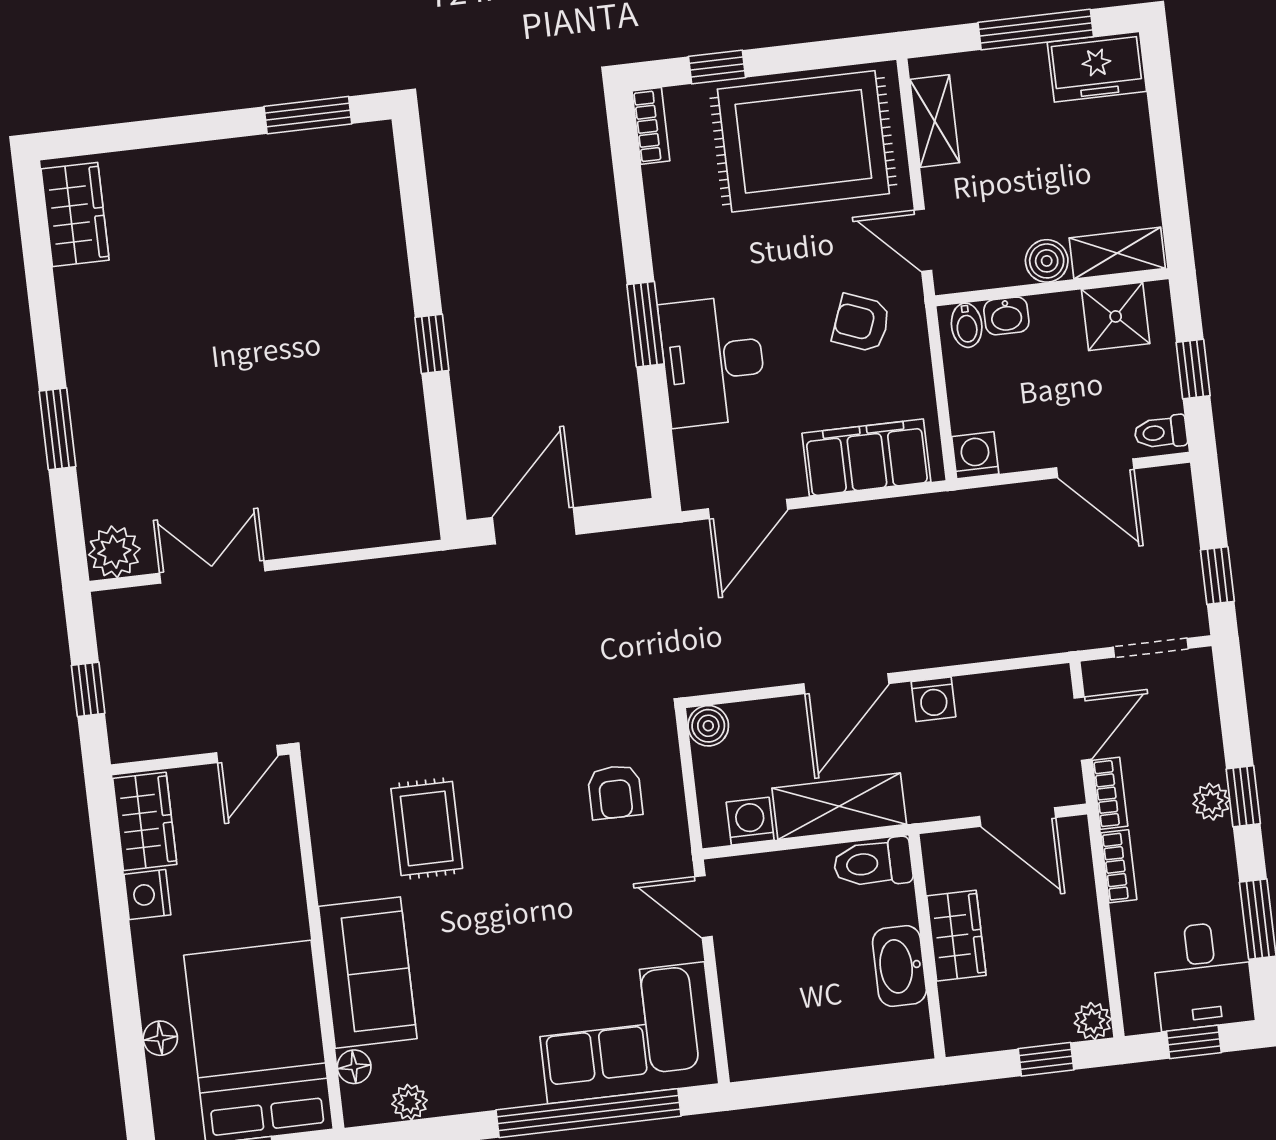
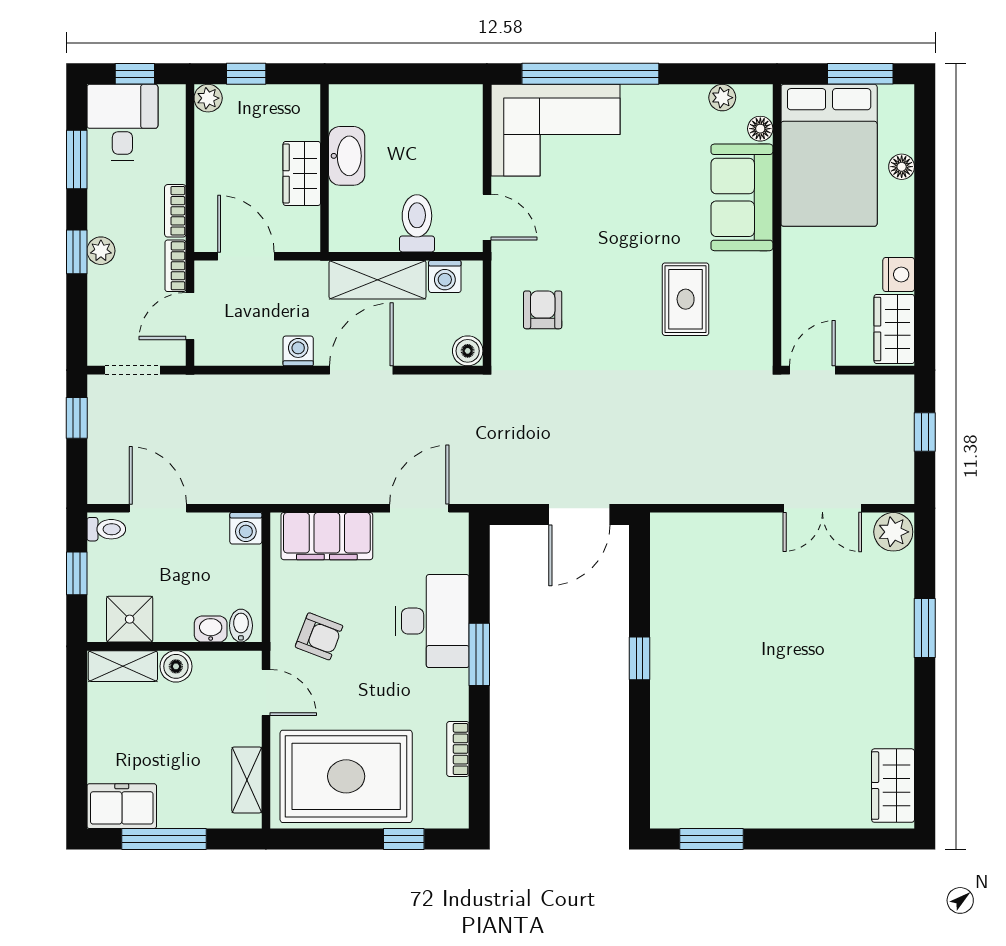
bookcase: (651, 126) -> (458, 749), moved
toilet: (873, 863) -> (417, 223), moved, turned -90

